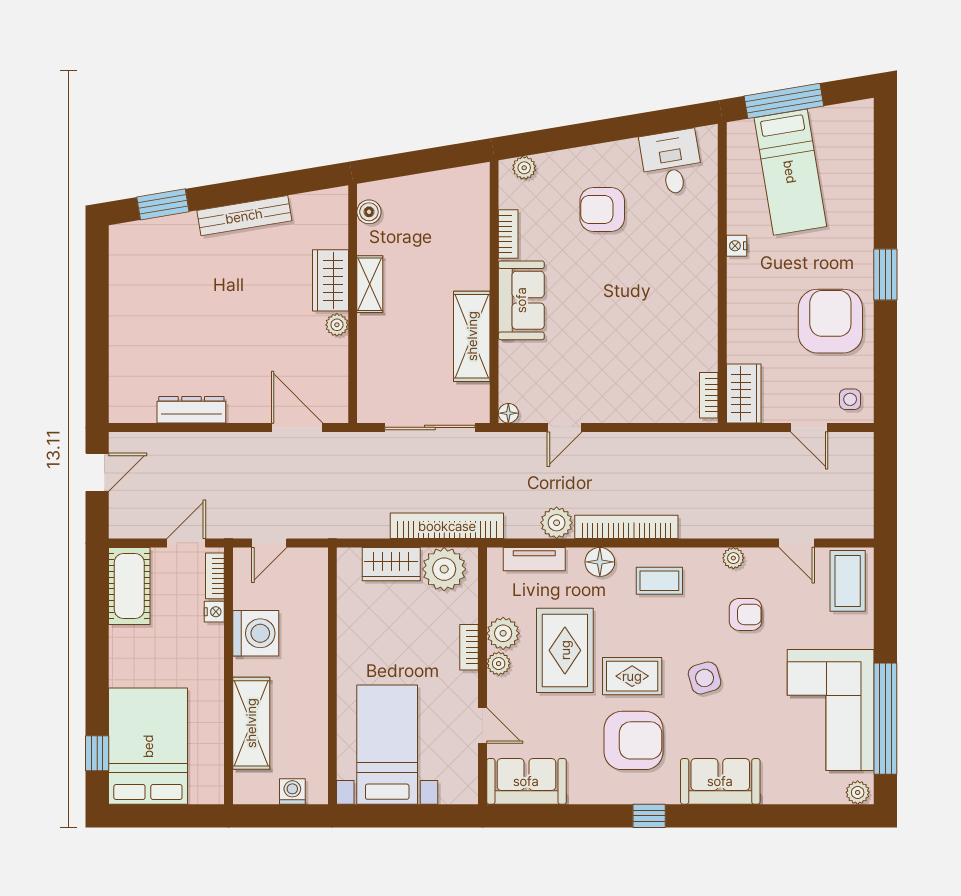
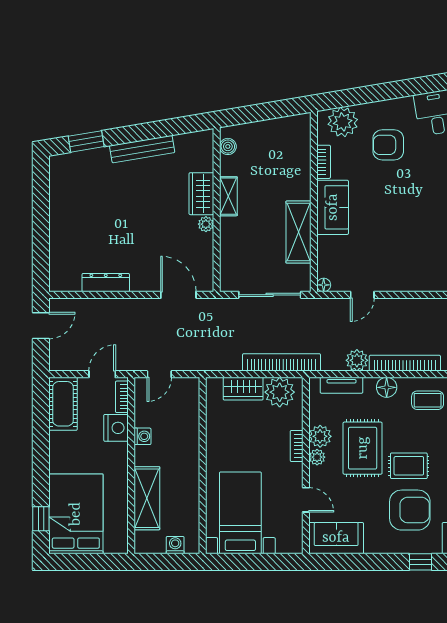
plant: (524, 168) -> (343, 122), width x1.87, depth x1.87
nightstand: (214, 612) -> (116, 428), width x1.89, depth x1.79
washing machine: (256, 633) -> (143, 436), width x0.53, depth x0.53

